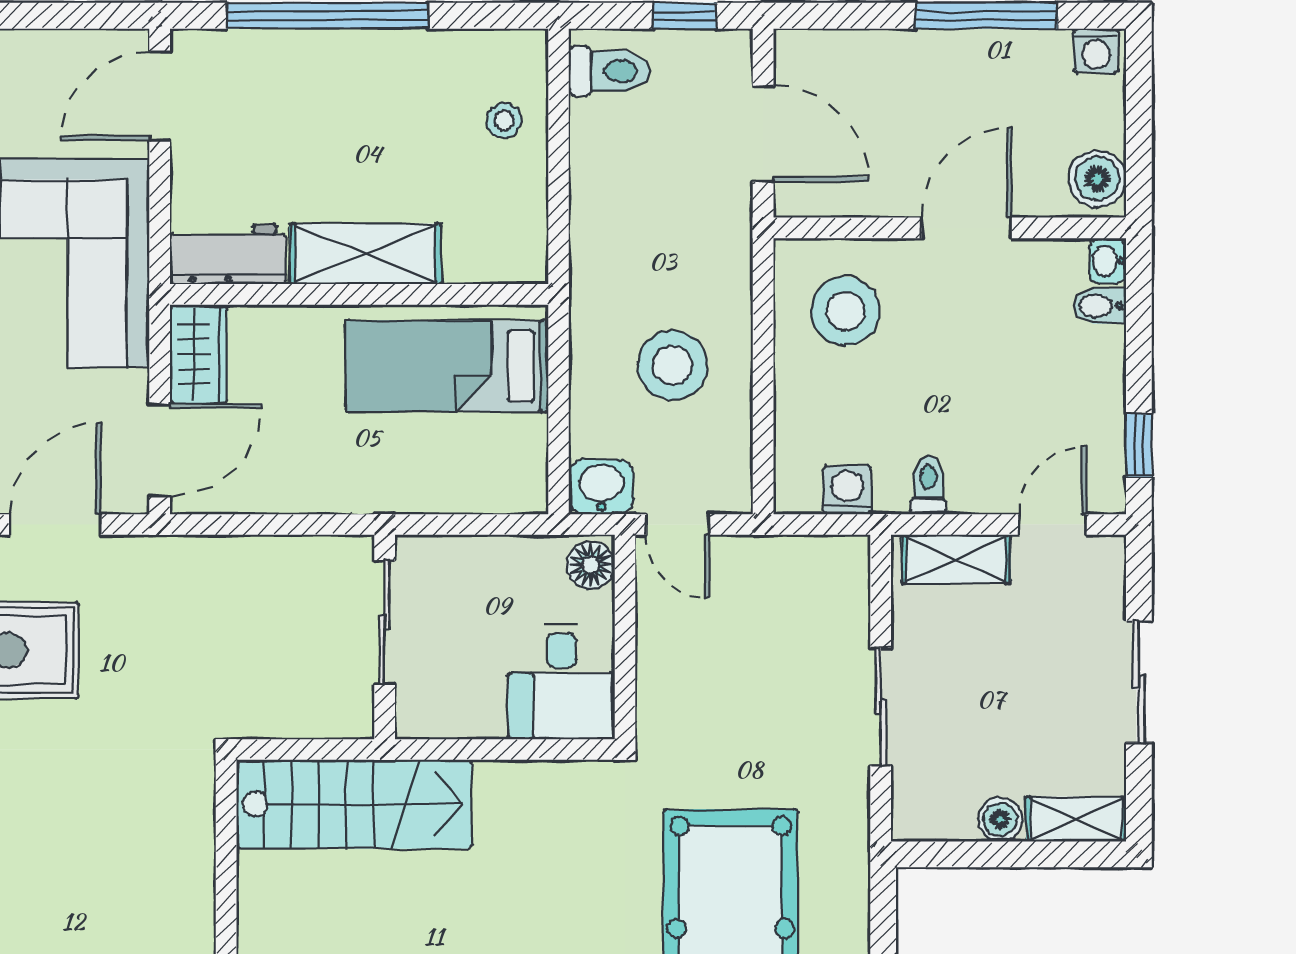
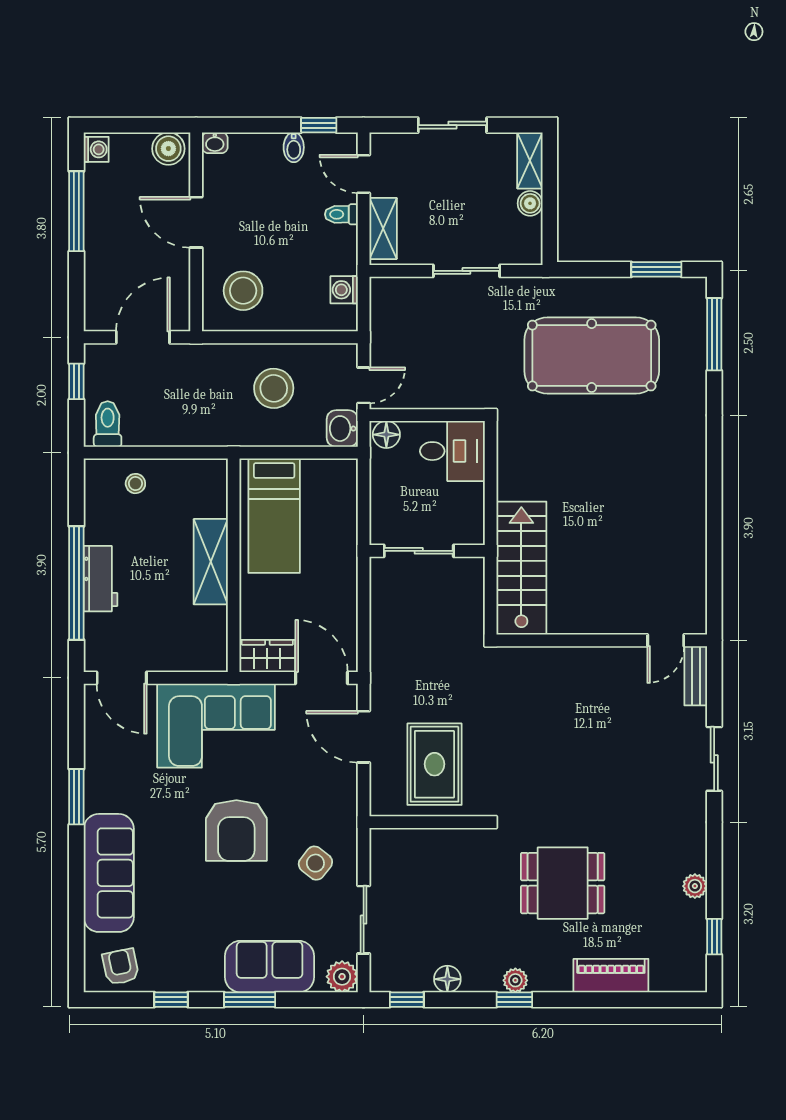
workbench: (228, 254) -> (100, 579), moved, turned 180
bidet: (1100, 306) -> (294, 147), moved
toilet: (928, 485) -> (341, 214), moved

